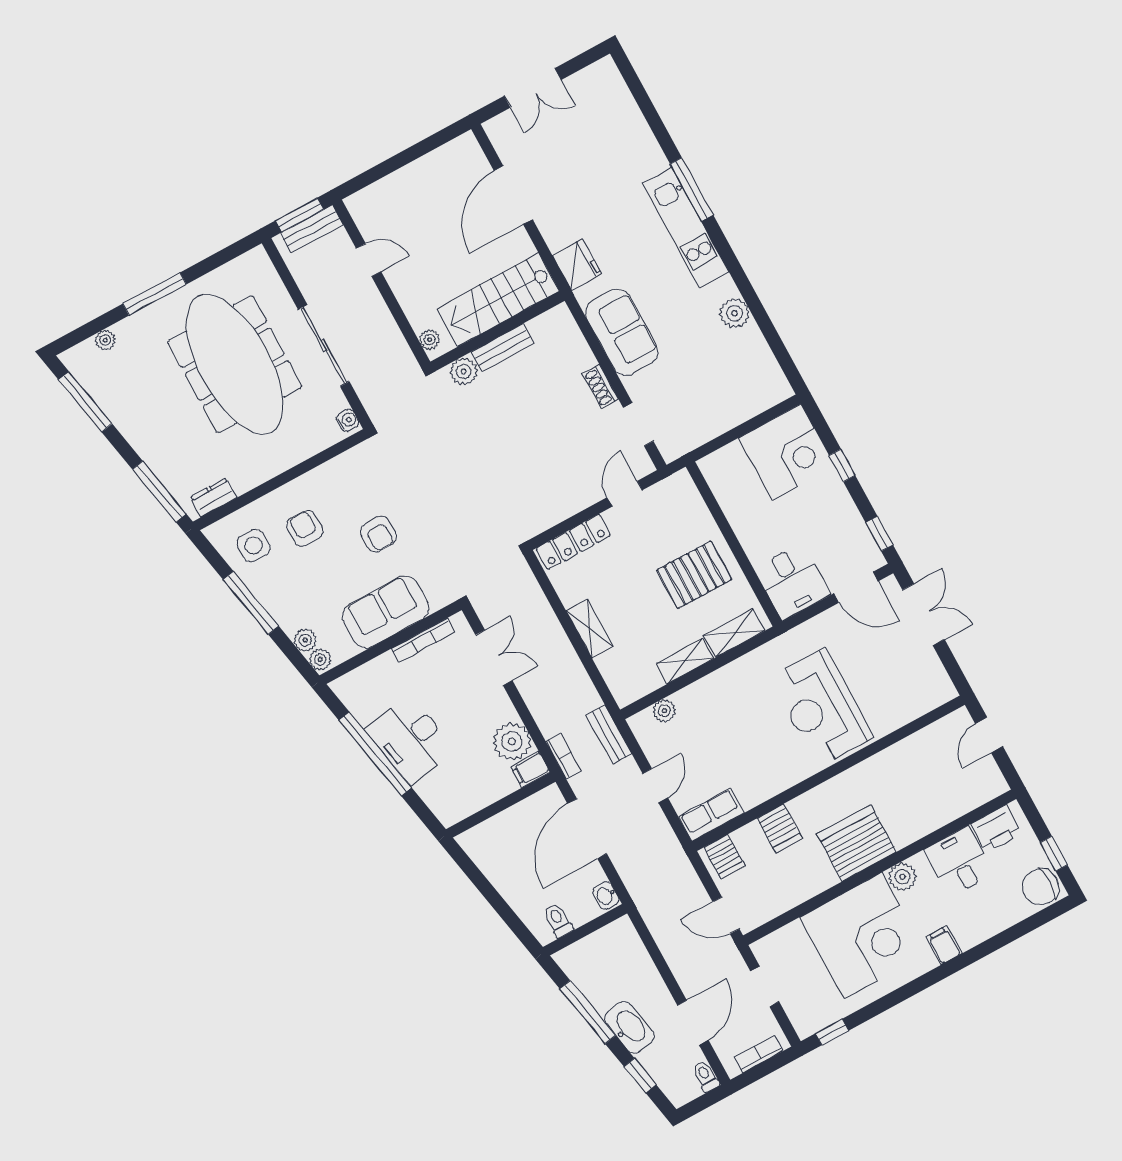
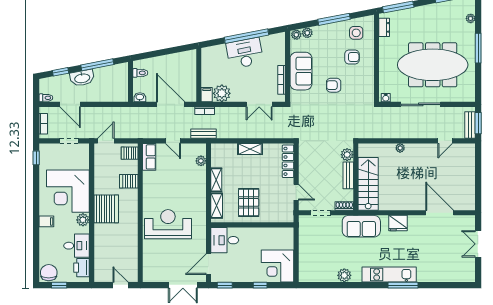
stairs: (498, 300) -> (368, 184), moved
wall: (497, 331) -> (356, 177), moved
bench: (503, 347) -> (348, 175), moved
plant: (464, 371) -> (347, 155), moved

